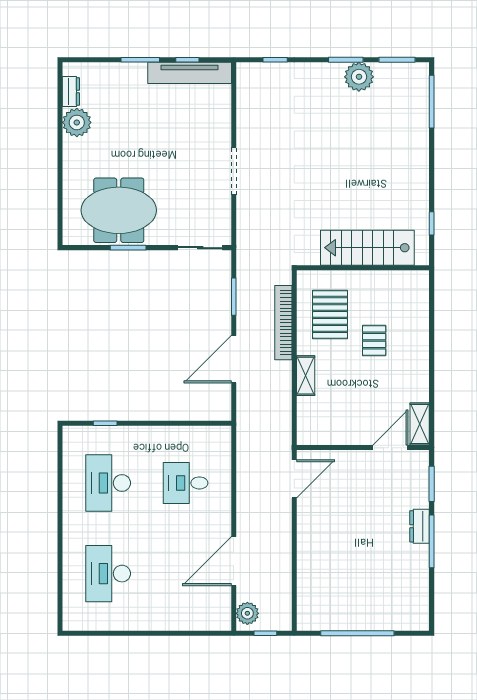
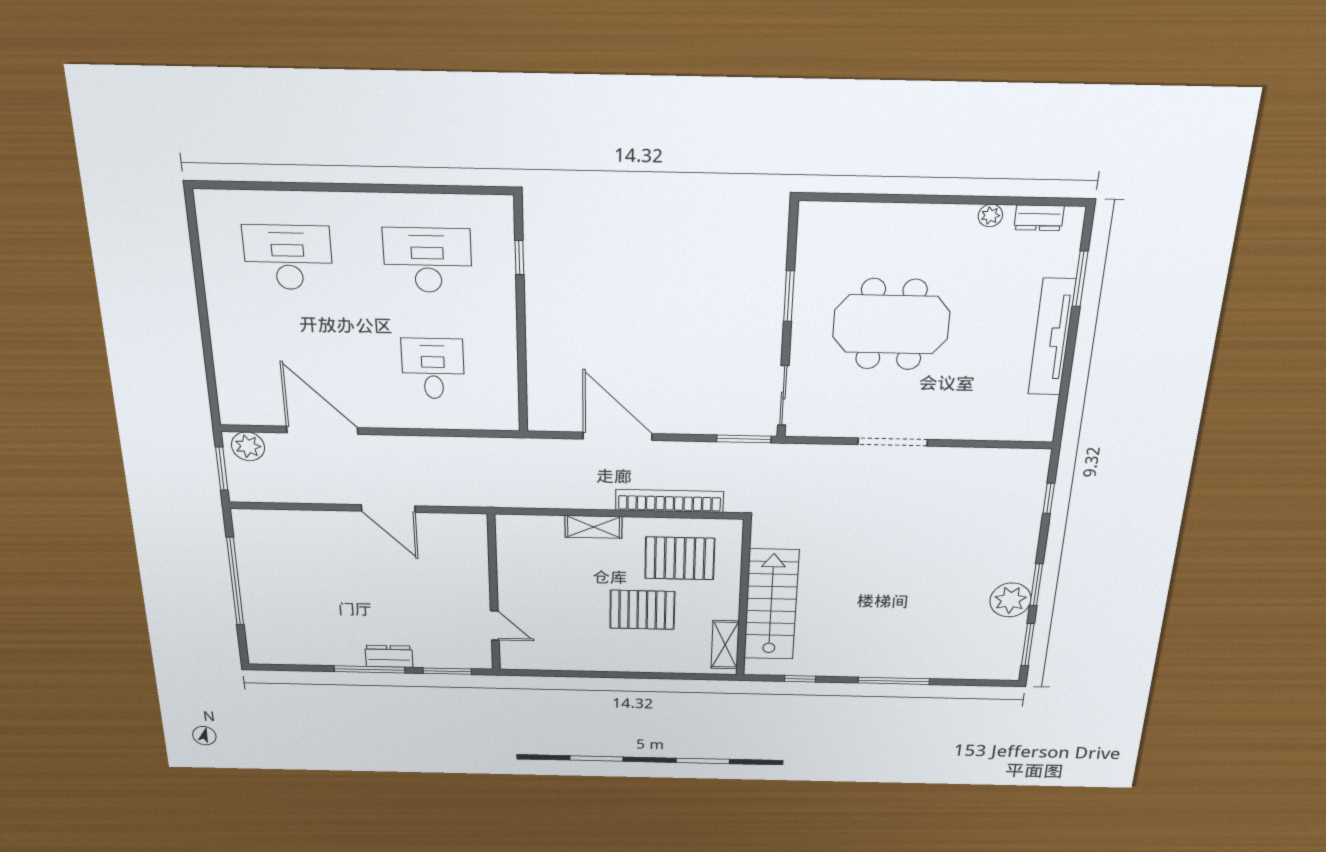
window: (140, 60) -> (1080, 279), moved
window: (187, 60) -> (1065, 384), removed
tv unit: (190, 73) -> (1052, 337), moved
window: (432, 102) -> (894, 681), moved
plant: (77, 122) -> (990, 215), width x0.53, depth x0.53
meeting table: (119, 210) -> (891, 324), moved, turned 90
window: (234, 297) -> (744, 439), moved
pallet: (374, 341) -> (642, 610), width x1.50, depth x1.42
shelving: (420, 424) -> (725, 645), moved, turned 90
door: (390, 448) -> (495, 625), width x0.73
door: (294, 479) -> (388, 508), moved
window: (265, 633) -> (222, 469), width x1.50

